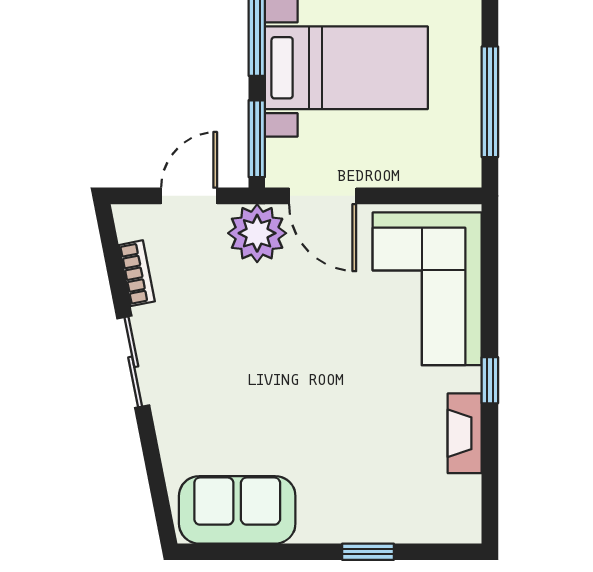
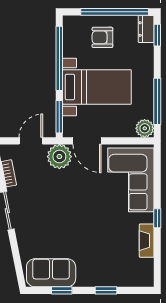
plant: (460, 166) -> (145, 128), added
window: (263, 552) -> (62, 290), added

